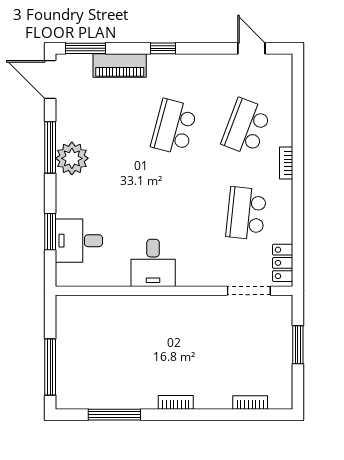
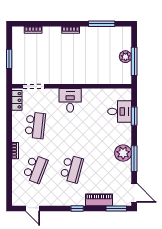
desk: (153, 263) -> (70, 100), moved
plant: (67, 349) -> (125, 57), added
window: (50, 367) -> (134, 61), moved

